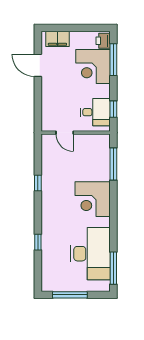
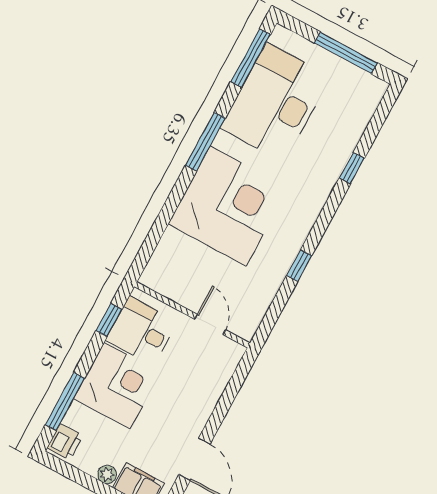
plant: (75, 36) -> (107, 474), added
corner desk: (93, 67) -> (117, 386), moved
window: (113, 164) -> (205, 142), moved
corner desk: (93, 199) -> (228, 206), width x1.36, depth x1.36

